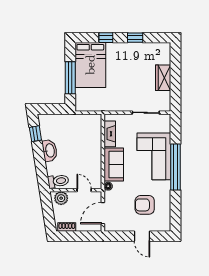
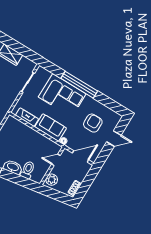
toilet: (58, 181) -> (28, 170), moved
armchair: (145, 205) -> (93, 123), turned 180
door: (103, 213) -> (80, 156), swing flipped

